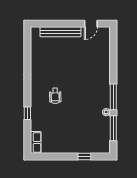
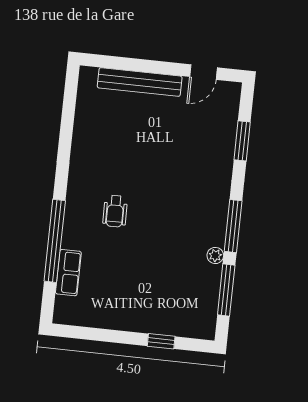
window: (113, 55) -> (242, 141), added
window: (27, 113) -> (55, 241), width x3.17
row of seats: (36, 142) -> (68, 273), moved

